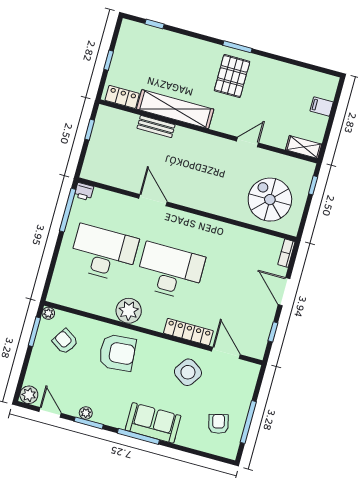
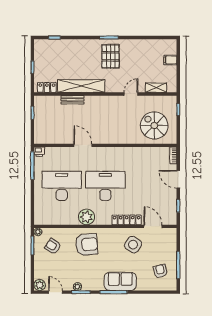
shelving: (304, 147) -> (156, 88), moved

